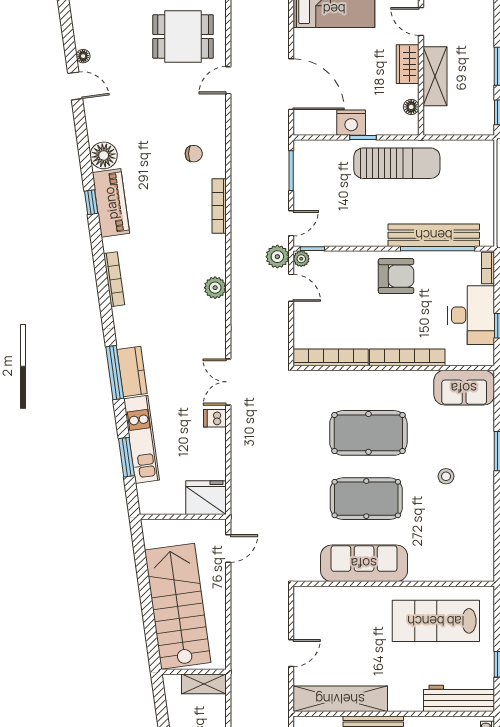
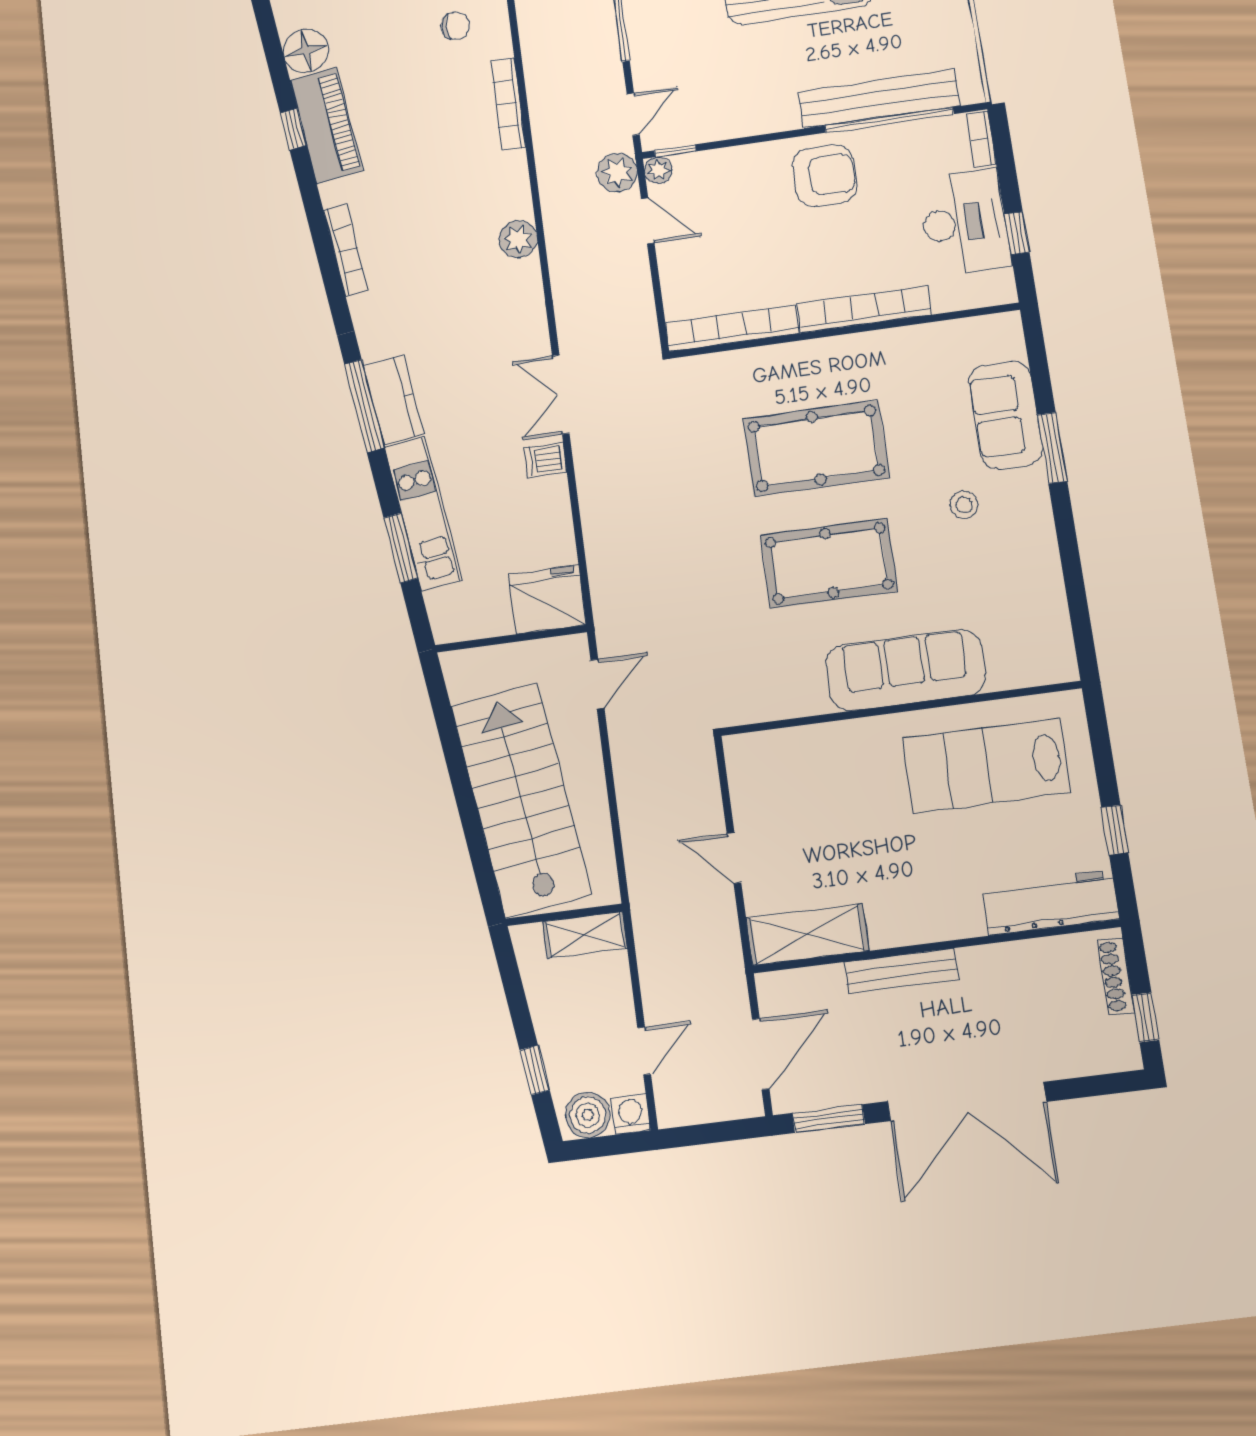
sofa: (464, 388) -> (1006, 415), moved, turned 90
sofa: (364, 563) -> (905, 670), moved
door: (291, 653) -> (734, 858), swing flipped
shelving: (340, 699) -> (807, 934), width x0.68

